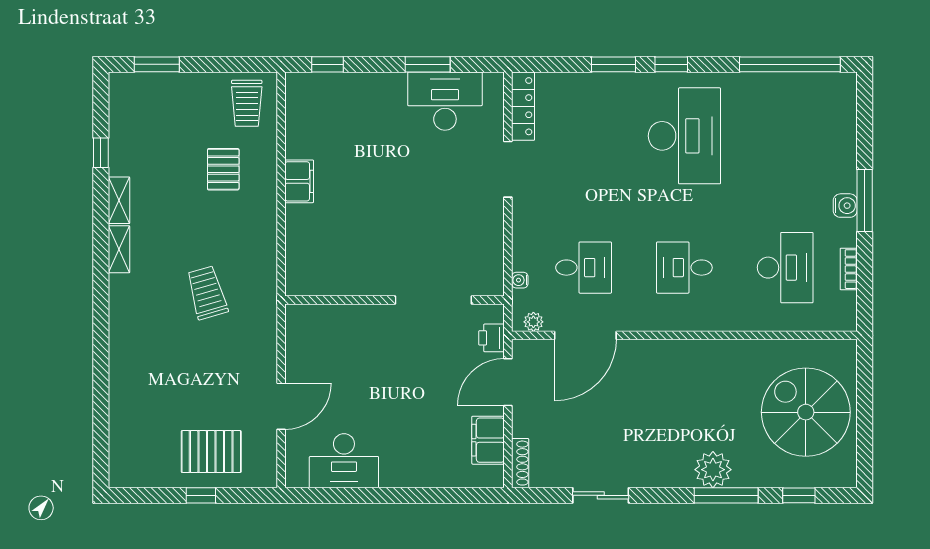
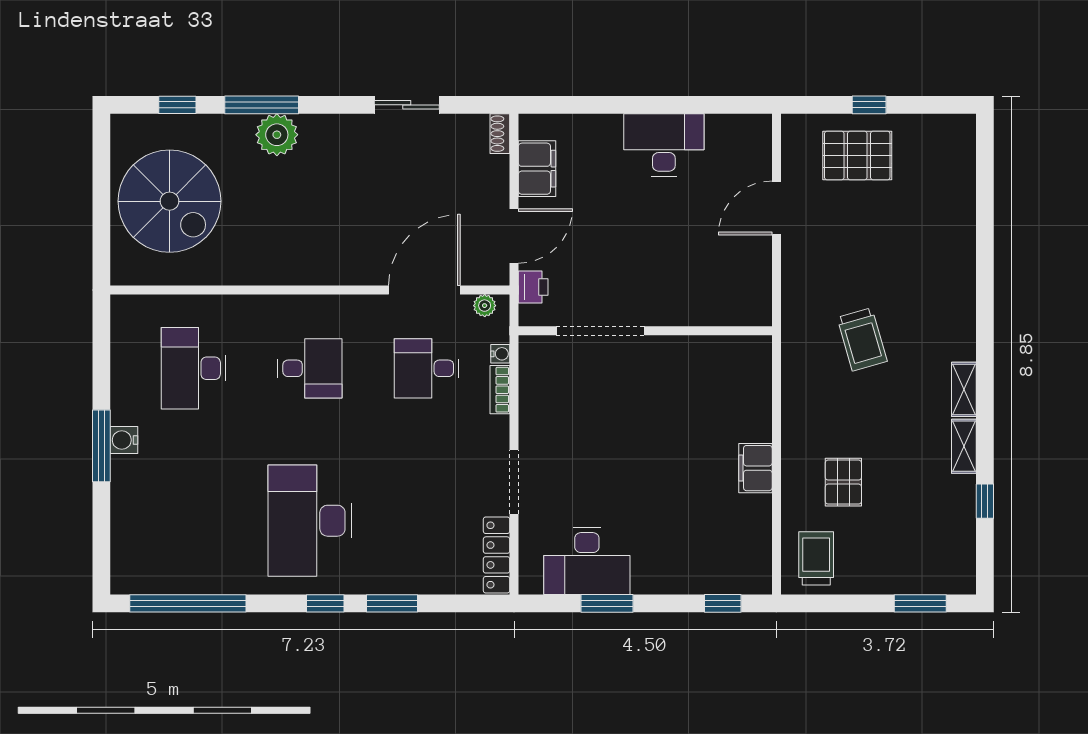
bookcase: (849, 269) -> (500, 390), moved, turned 180
desk: (344, 461) -> (664, 145), moved
shoe rack: (520, 463) -> (500, 134), width x0.70

